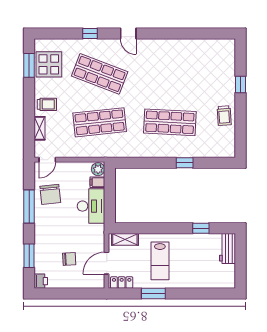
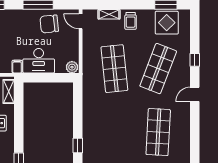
shop shelf: (170, 122) -> (158, 132), moved
filing cabinet: (97, 182) -> (17, 67), moved

